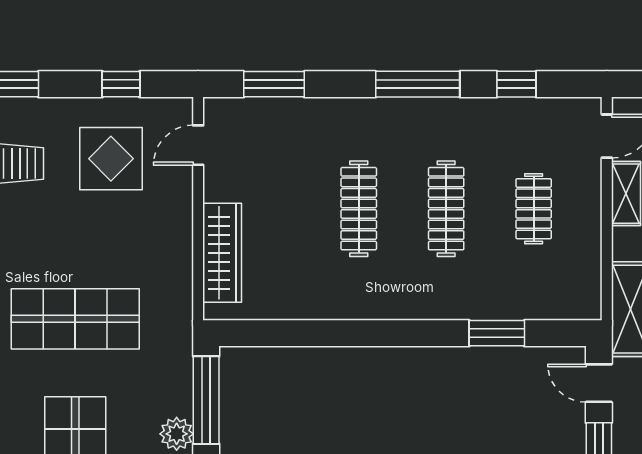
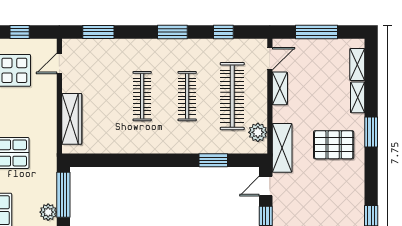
window: (418, 84) -> (172, 32), width x0.69
clothes rail: (534, 209) -> (232, 96), width x1.86, depth x1.31
plant: (583, 279) -> (258, 132), added
door: (599, 383) -> (266, 186), hinge flipped

